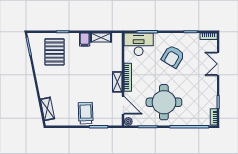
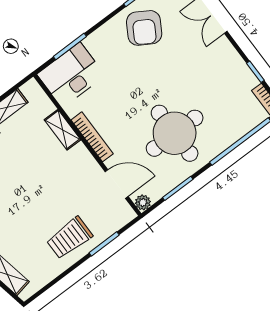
armchair: (173, 57) -> (144, 28), moved
shelving: (117, 82) -> (62, 130), moved
trolley: (86, 113) -> (69, 238), turned -88

